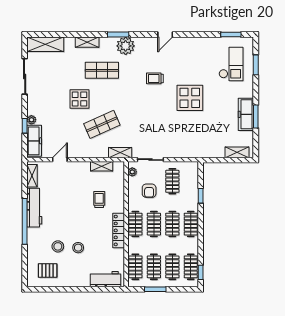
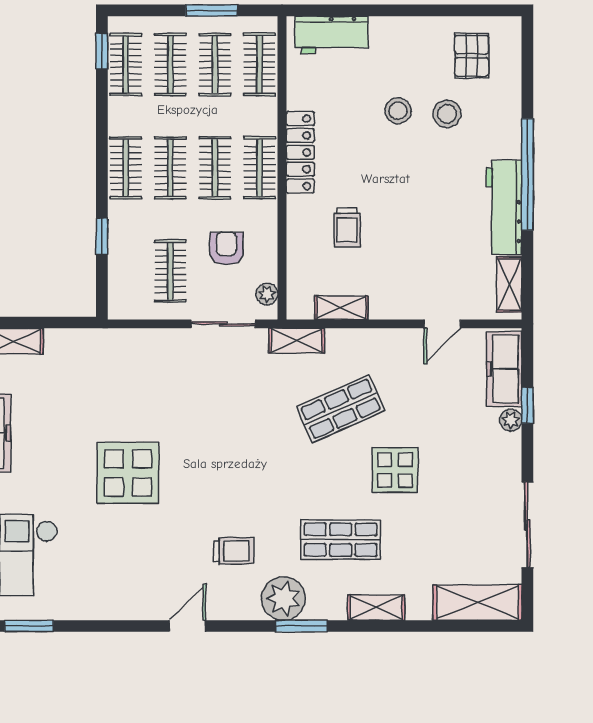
trolley: (155, 78) -> (234, 551), moved
pallet: (48, 270) -> (472, 56), turned 90

